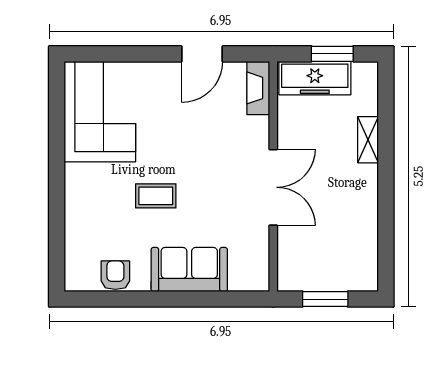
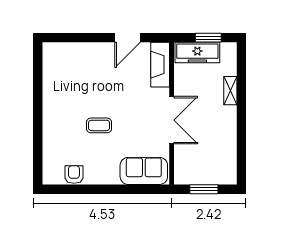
fireplace: (258, 88) -> (160, 65), width x1.37, depth x1.32
corner sofa: (100, 112) -> (64, 73), removed
sofa: (189, 270) -> (144, 171), moved

